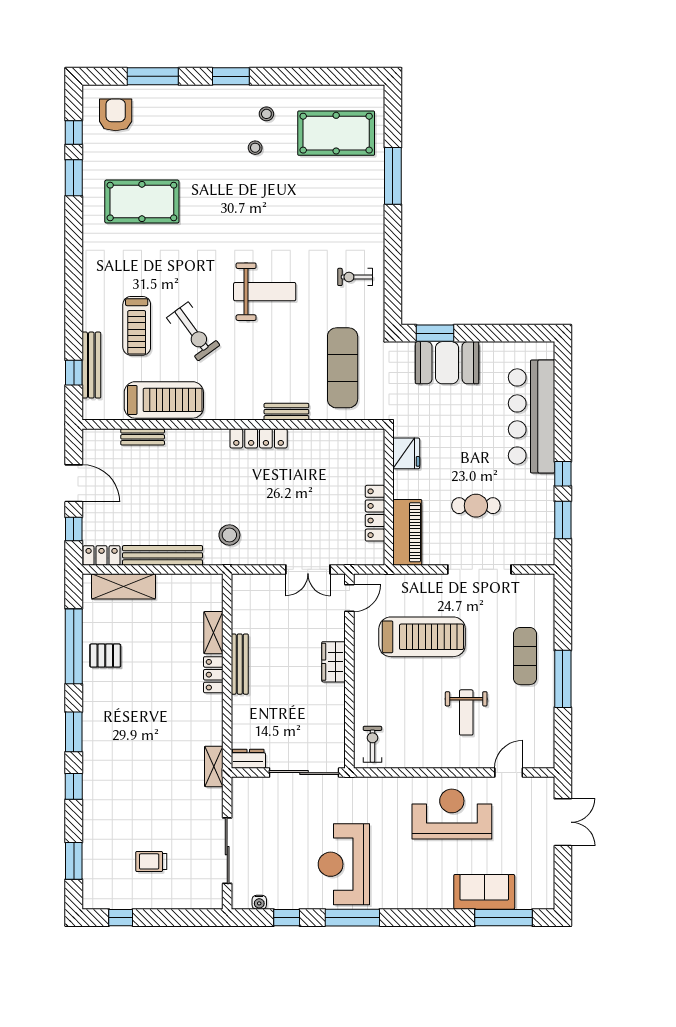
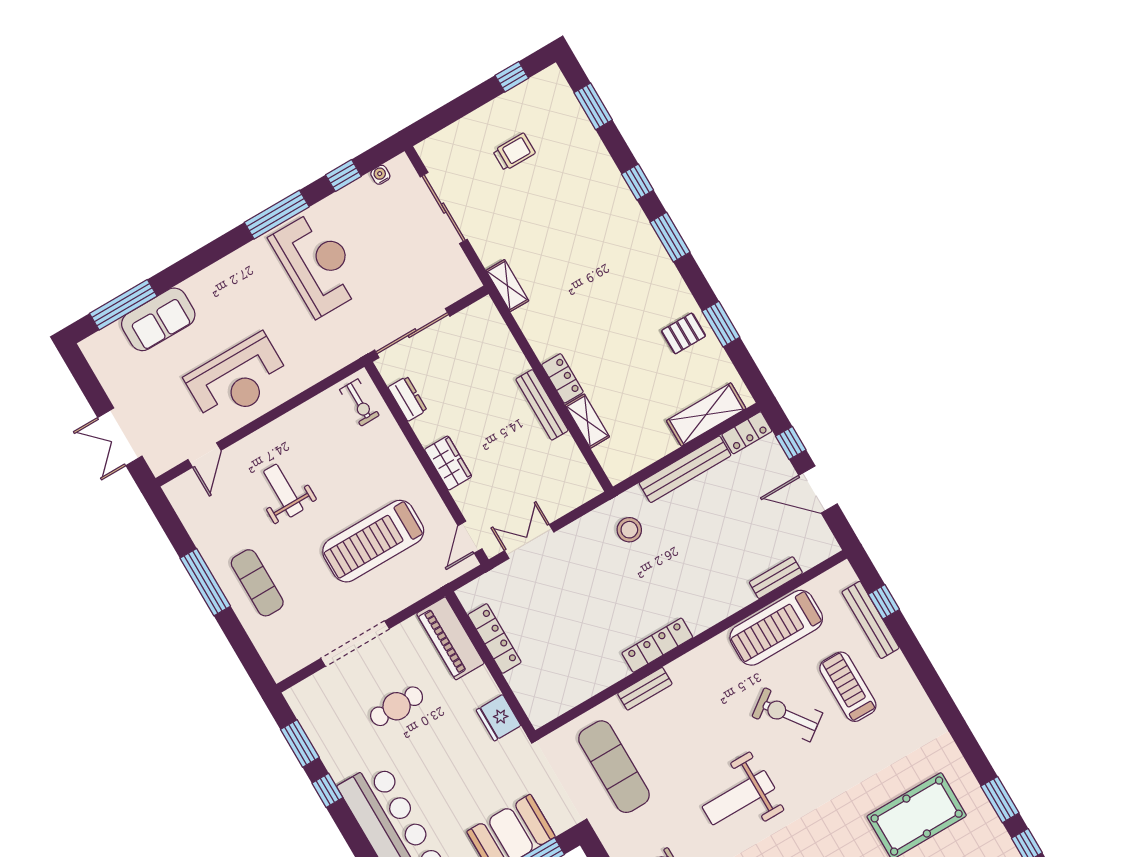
window: (74, 646) -> (721, 324), width x0.47
dresser: (248, 759) -> (407, 399), moved, turned -90

